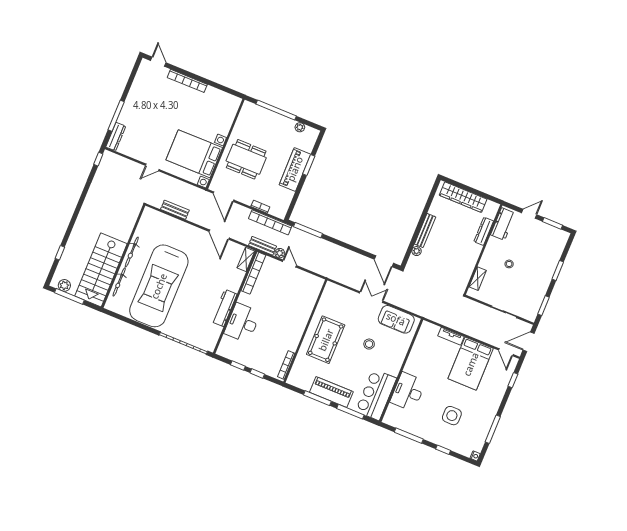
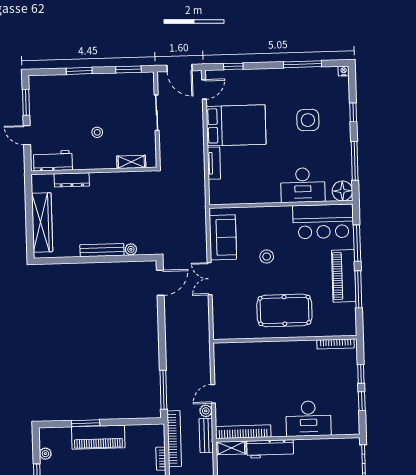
workbench: (224, 308) -> (270, 449), moved
floor lamp: (391, 418) -> (342, 191), added

